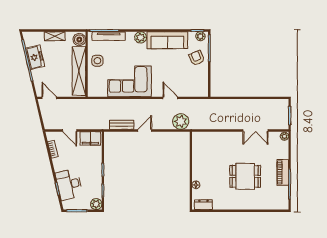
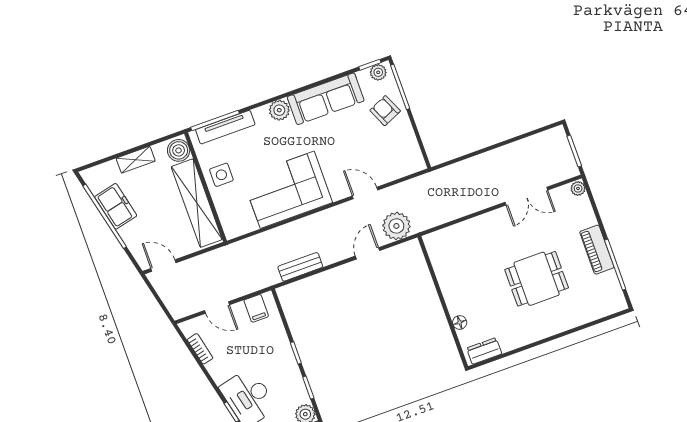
door: (145, 130) -> (368, 253), moved
filing cabinet: (90, 138) -> (256, 308), width x0.50

